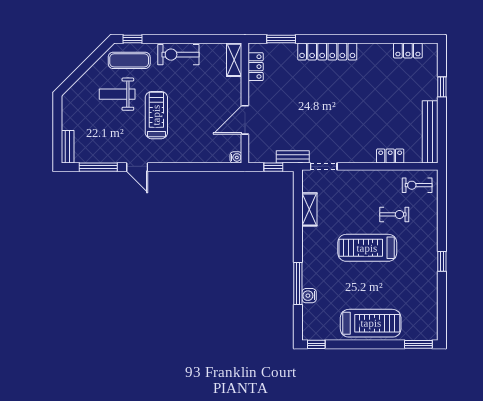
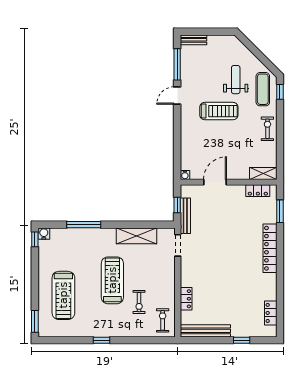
exercise bike: (178, 55) -> (267, 129), width x0.73, depth x0.72
door: (245, 120) -> (215, 182), hinge flipped
bench: (293, 157) -> (185, 216), width x1.36
shelving: (309, 209) -> (136, 236), width x1.50, depth x1.33
water cooler: (309, 296) -> (44, 234), moved
treadmill: (371, 323) -> (63, 295), moved

